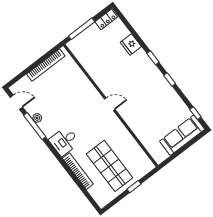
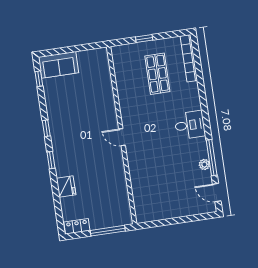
bookcase: (46, 65) -> (165, 214), removed
sofa: (182, 135) -> (59, 65), width x0.73
shop shelf: (110, 166) -> (157, 74), width x0.70, depth x0.74
bookcase: (78, 171) -> (189, 58), moved

